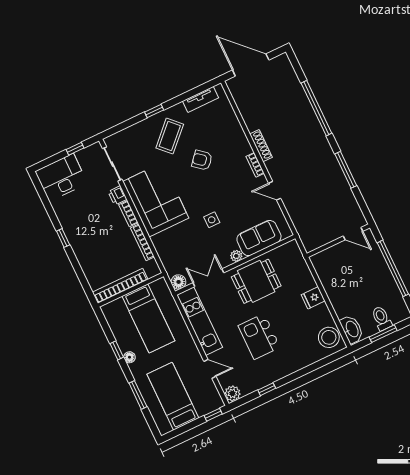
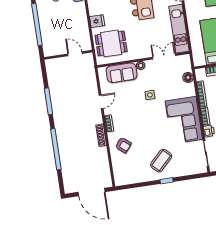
tv unit: (200, 99) -> (133, 179), removed
armchair: (202, 160) -> (123, 145), moved
door: (275, 191) -> (101, 102), hinge flipped
door: (353, 234) -> (75, 54), moved
double door: (208, 278) -> (164, 56), swing flipped
dining table: (256, 281) -> (111, 43), moved
floor lamp: (179, 282) -> (188, 77), moved

